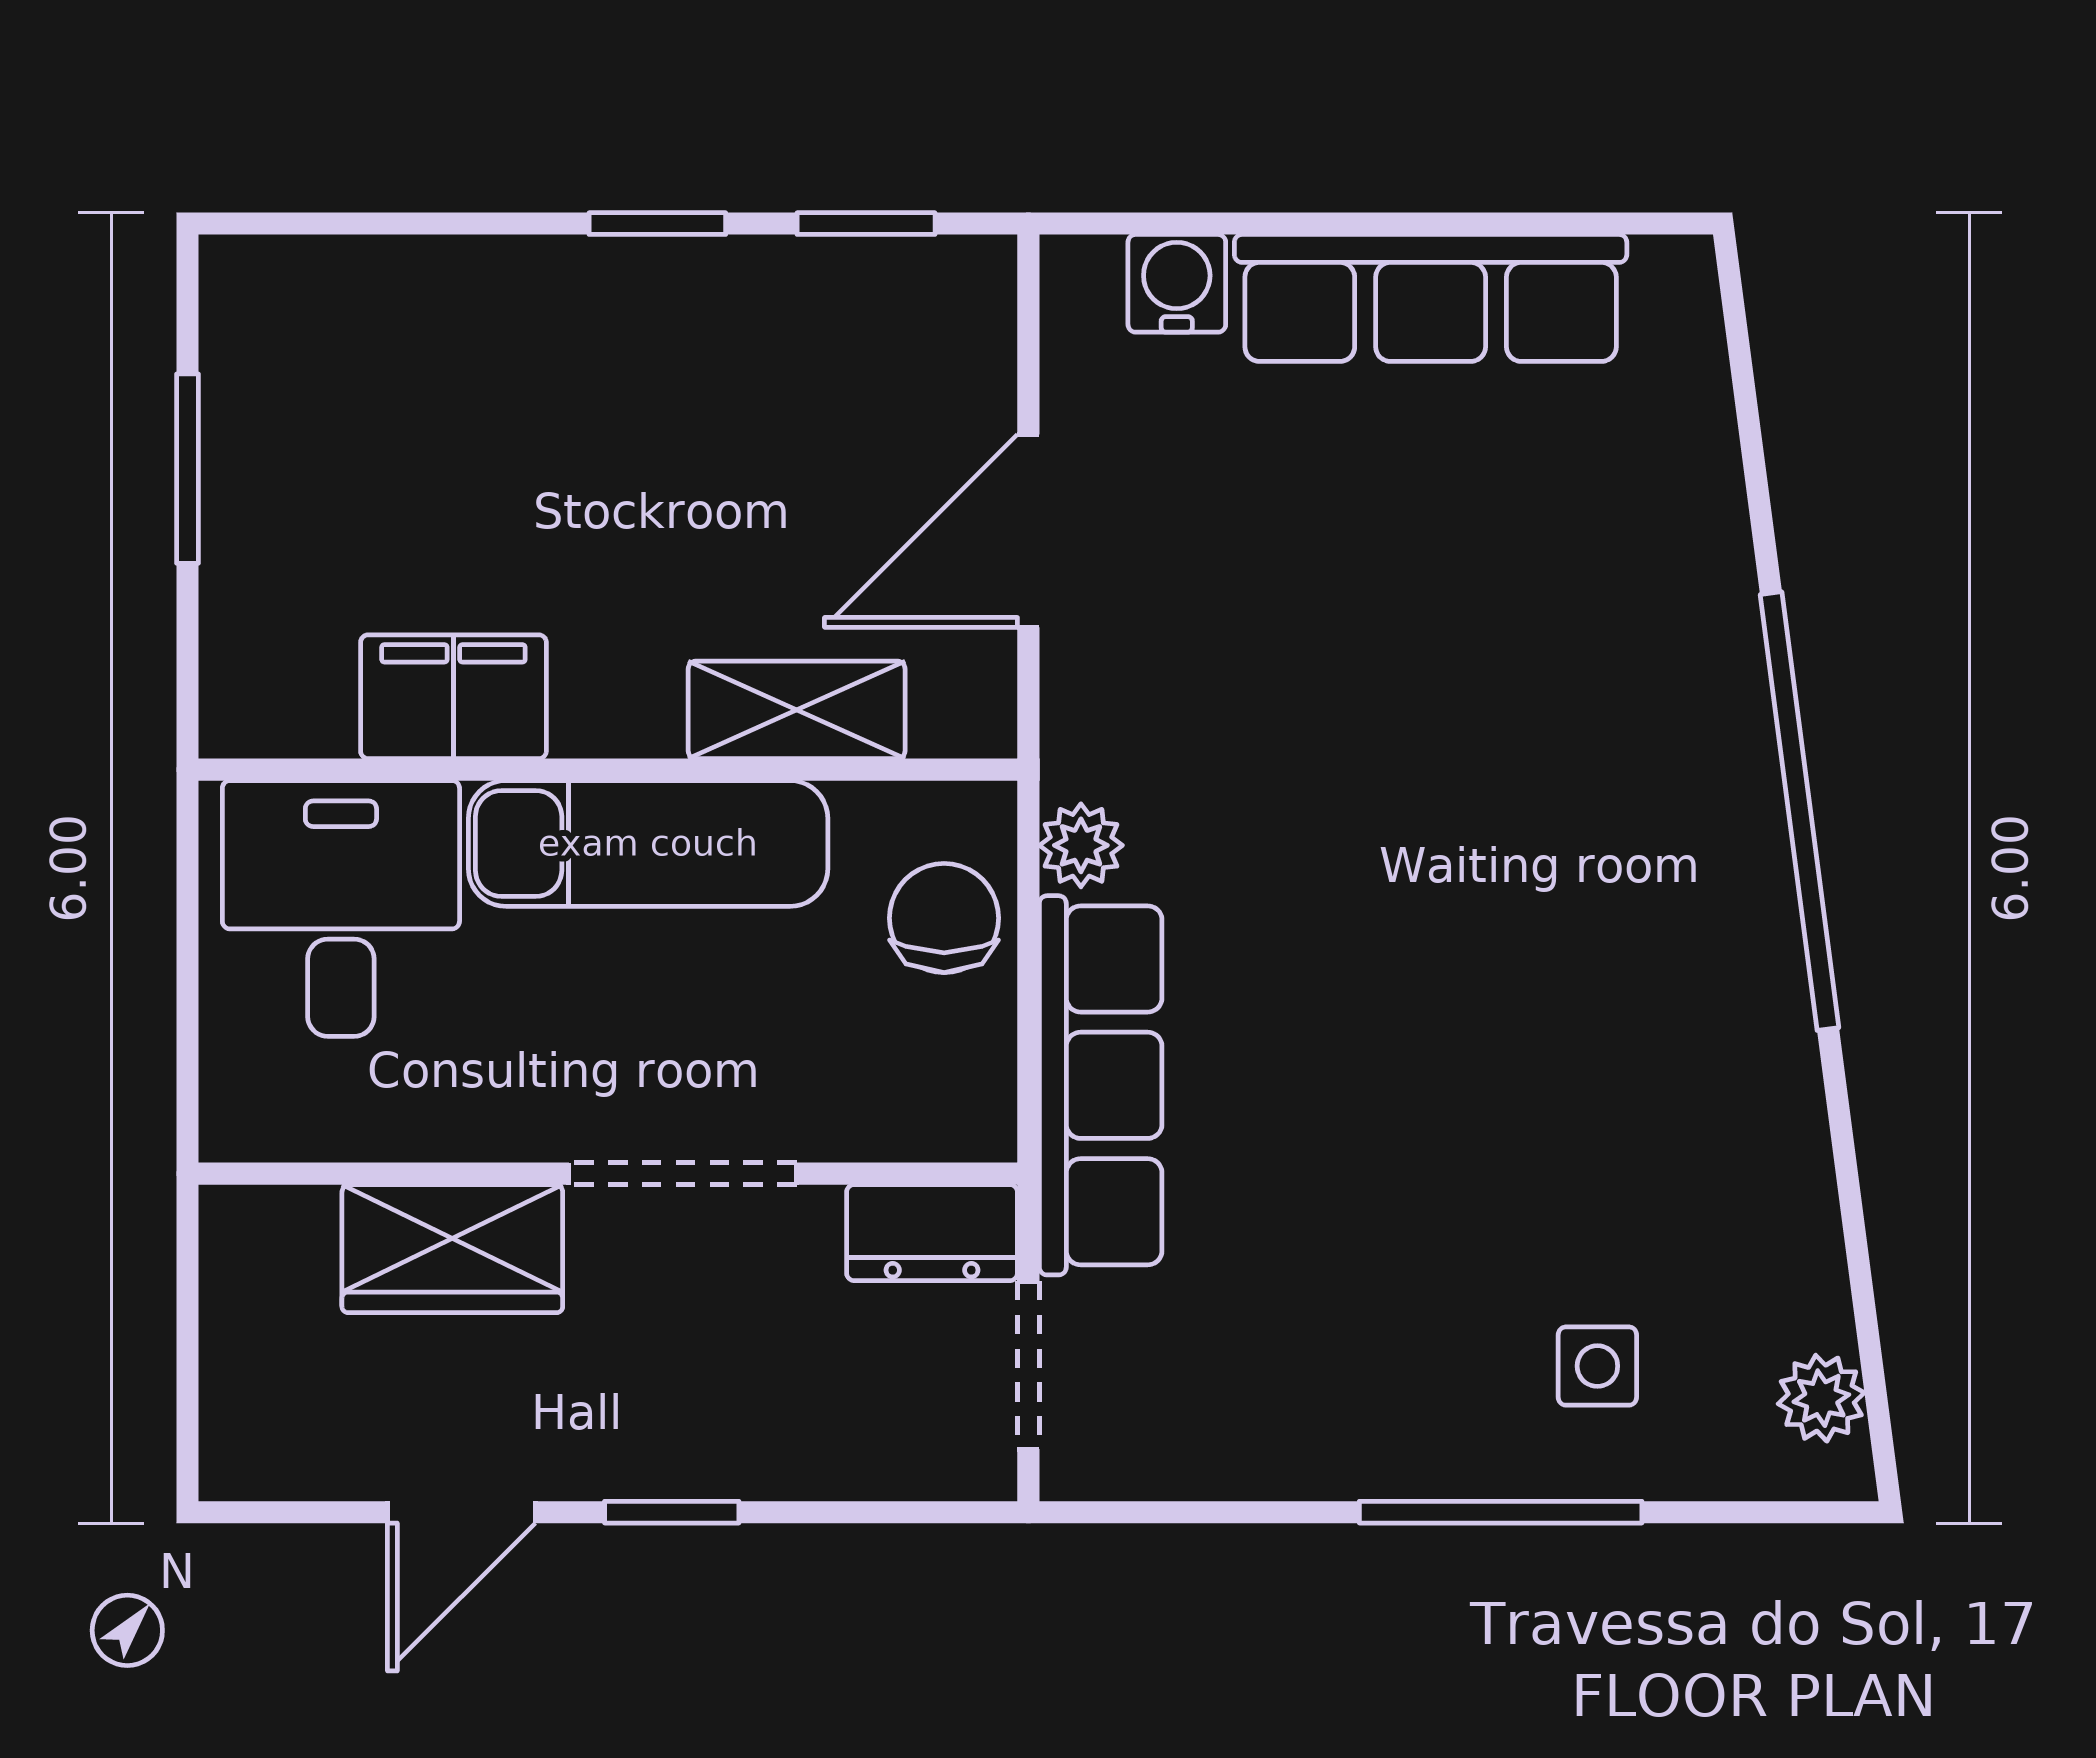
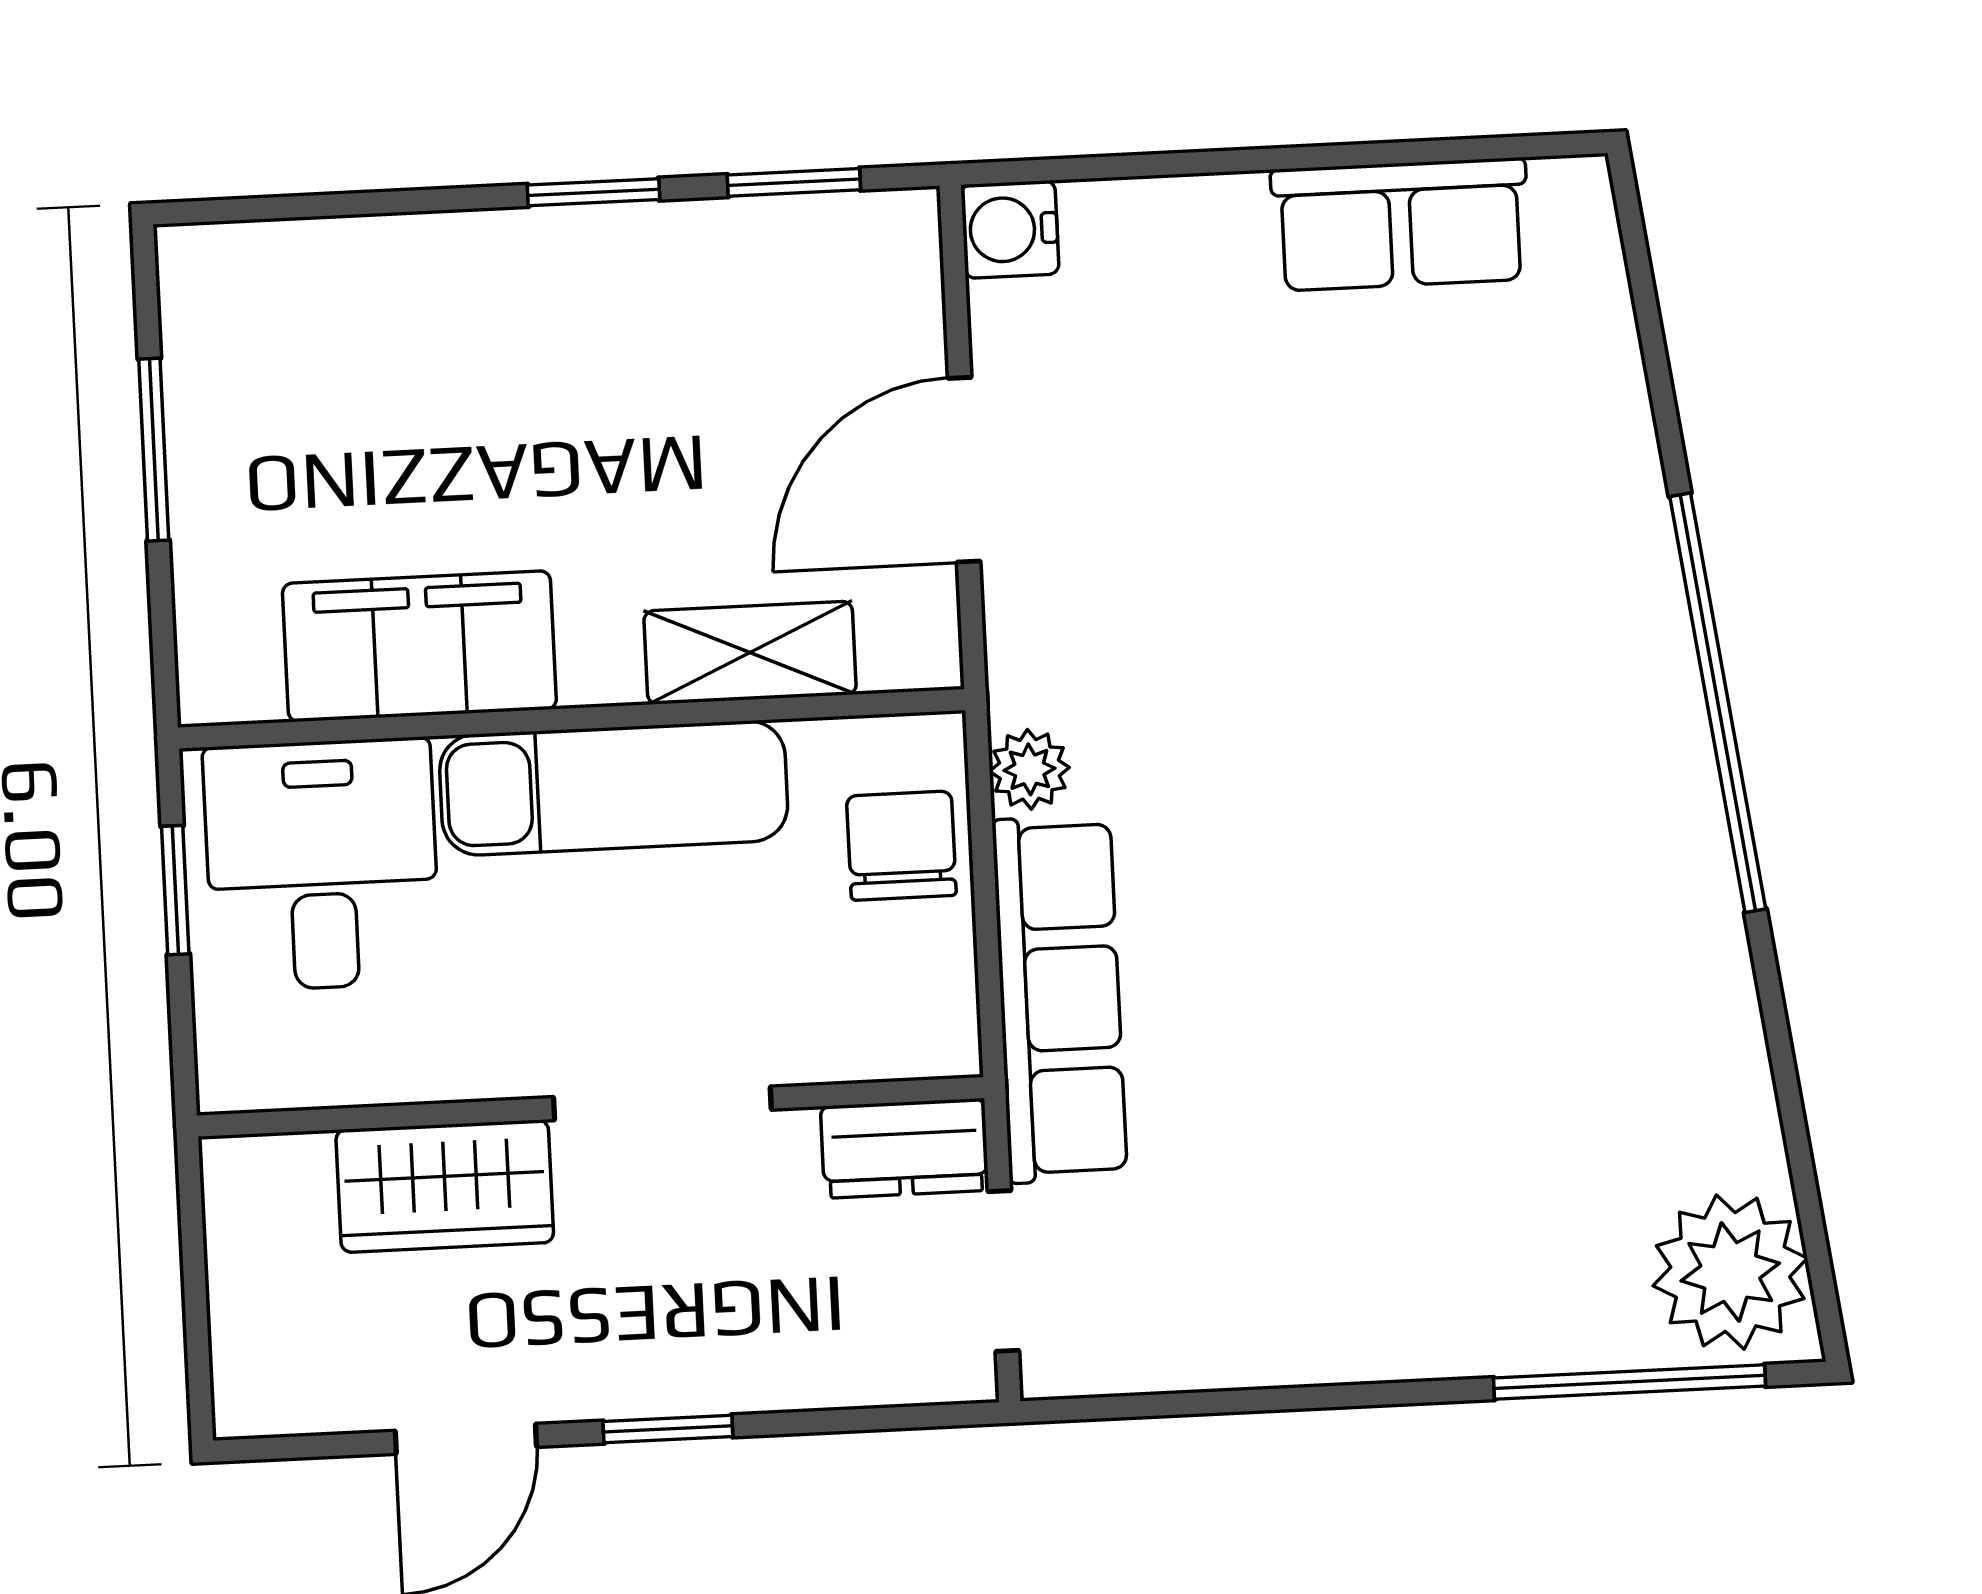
water cooler: (1177, 283) -> (1010, 229), moved, turned -90
row of seats: (1431, 298) -> (1400, 224), width x0.68
filing cabinet: (453, 697) -> (419, 646), width x1.50, depth x1.17
window: (187, 927) -> (175, 890), added
side table: (1597, 1366) -> (1550, 1245), removed
plant: (1821, 1398) -> (1730, 1272), width x1.88, depth x1.88
window: (1501, 1512) -> (1630, 1382), moved

